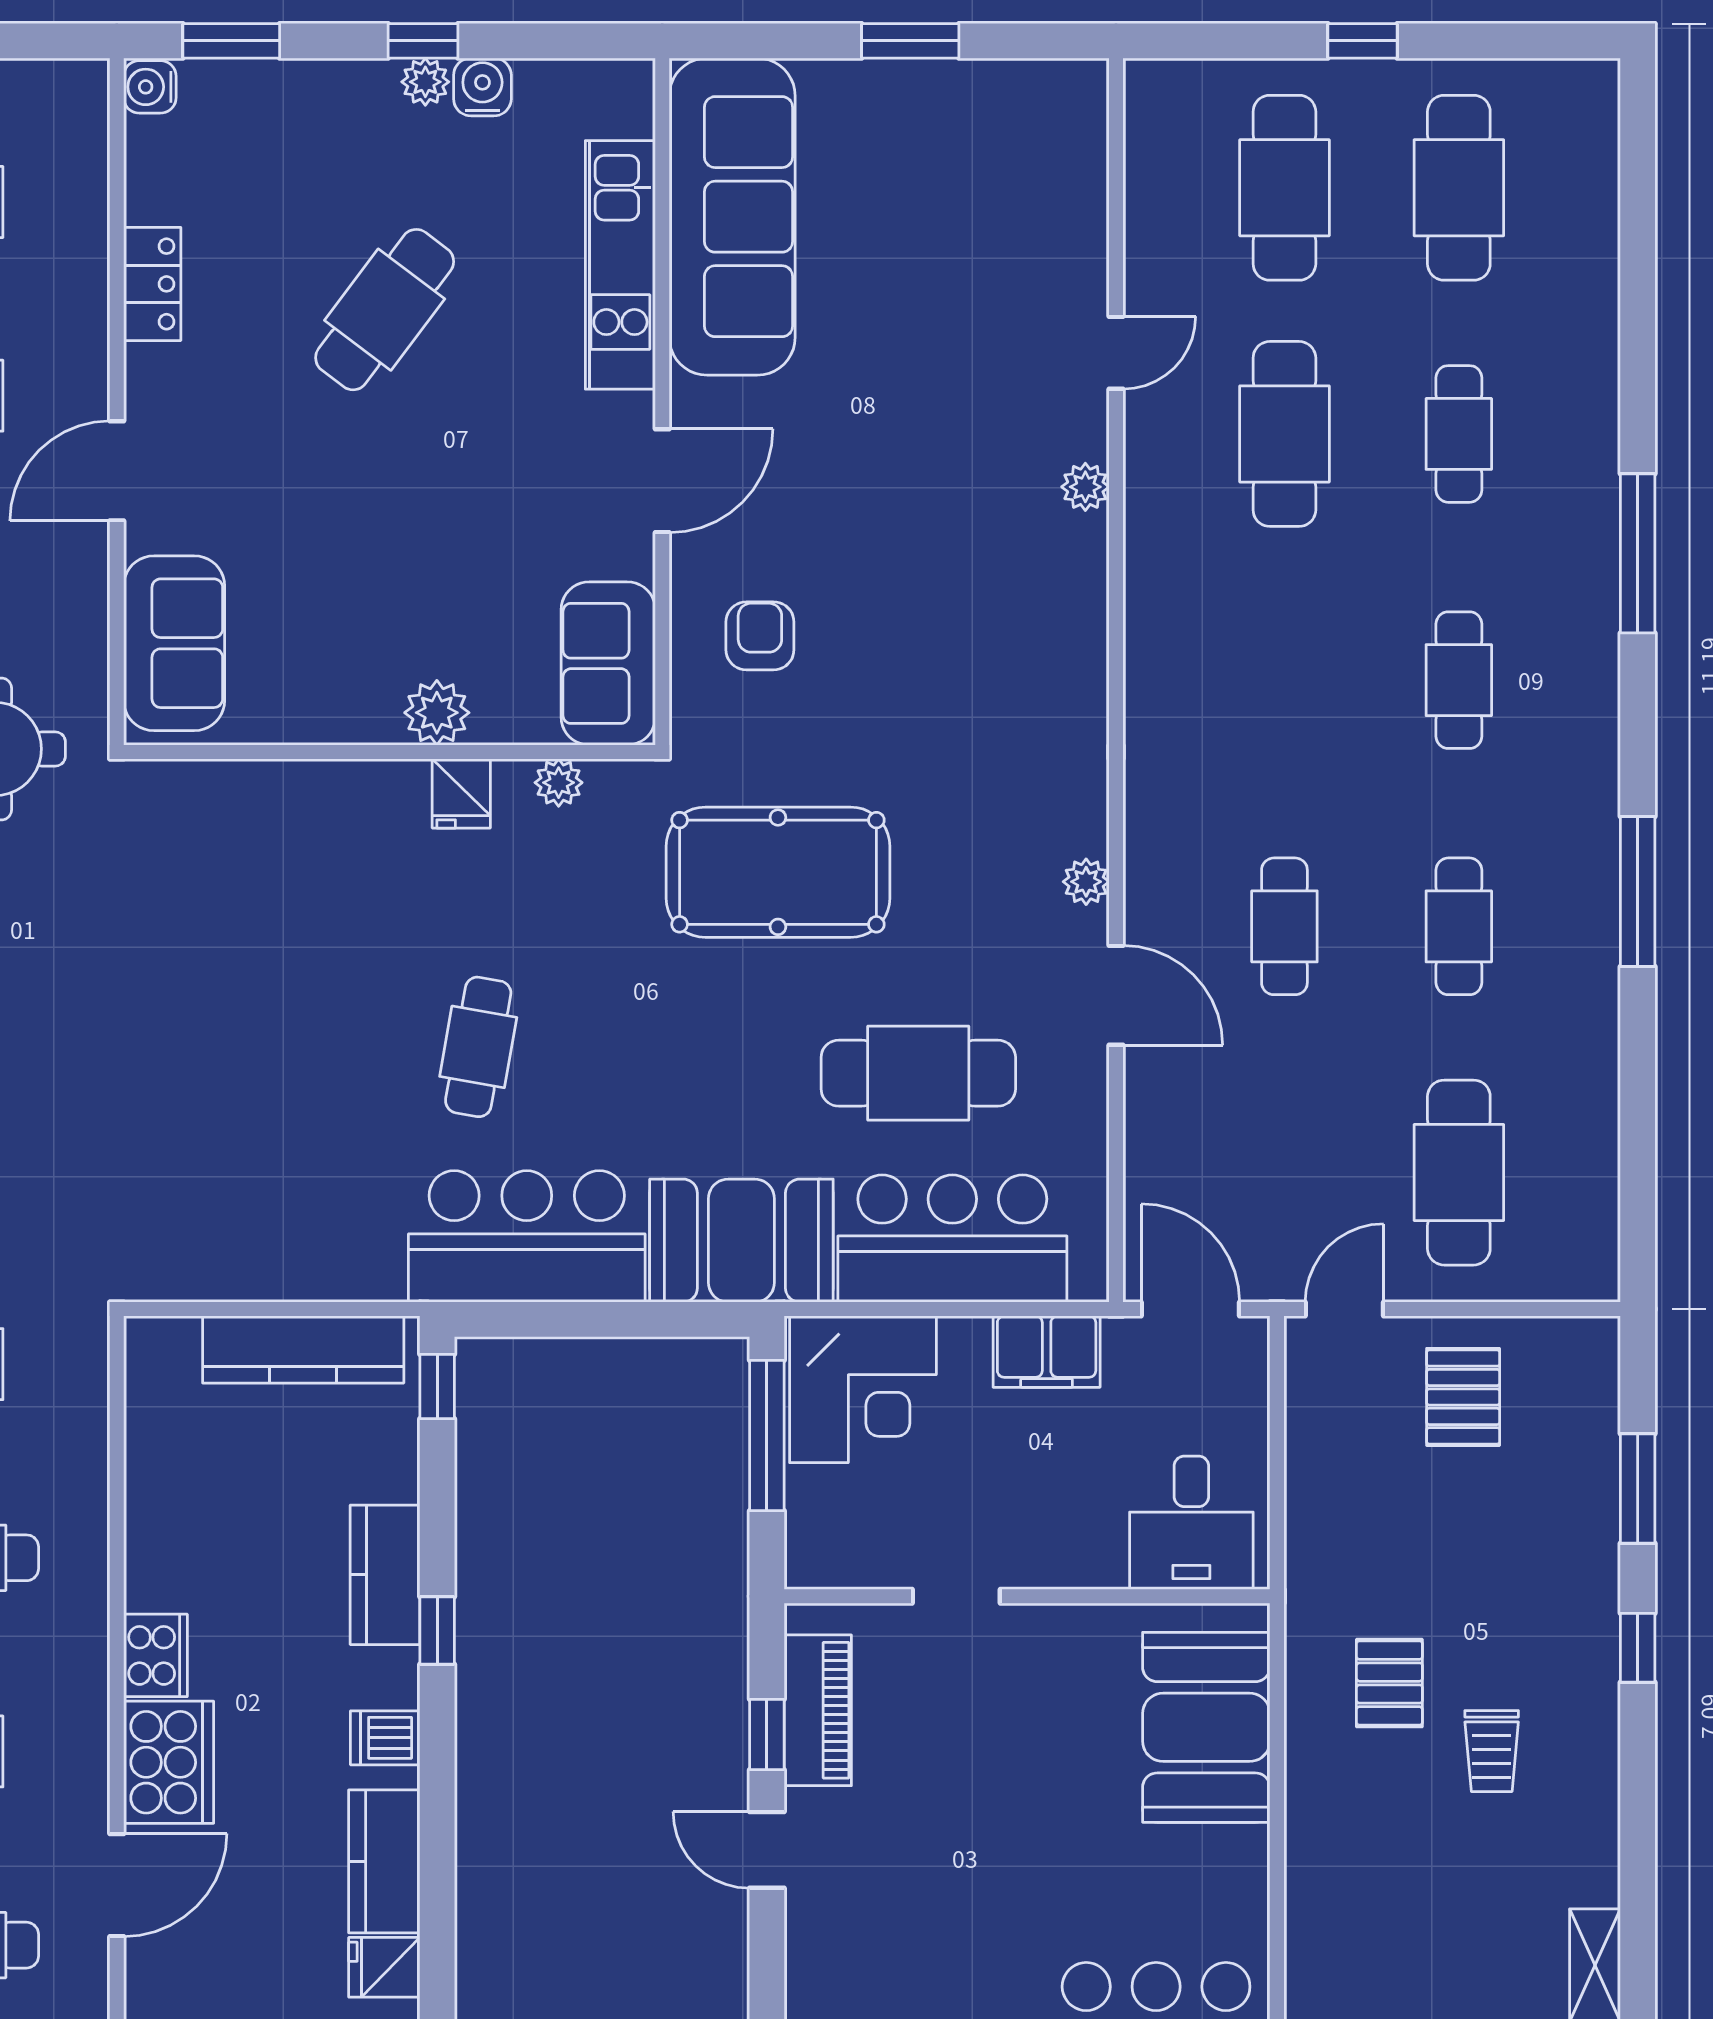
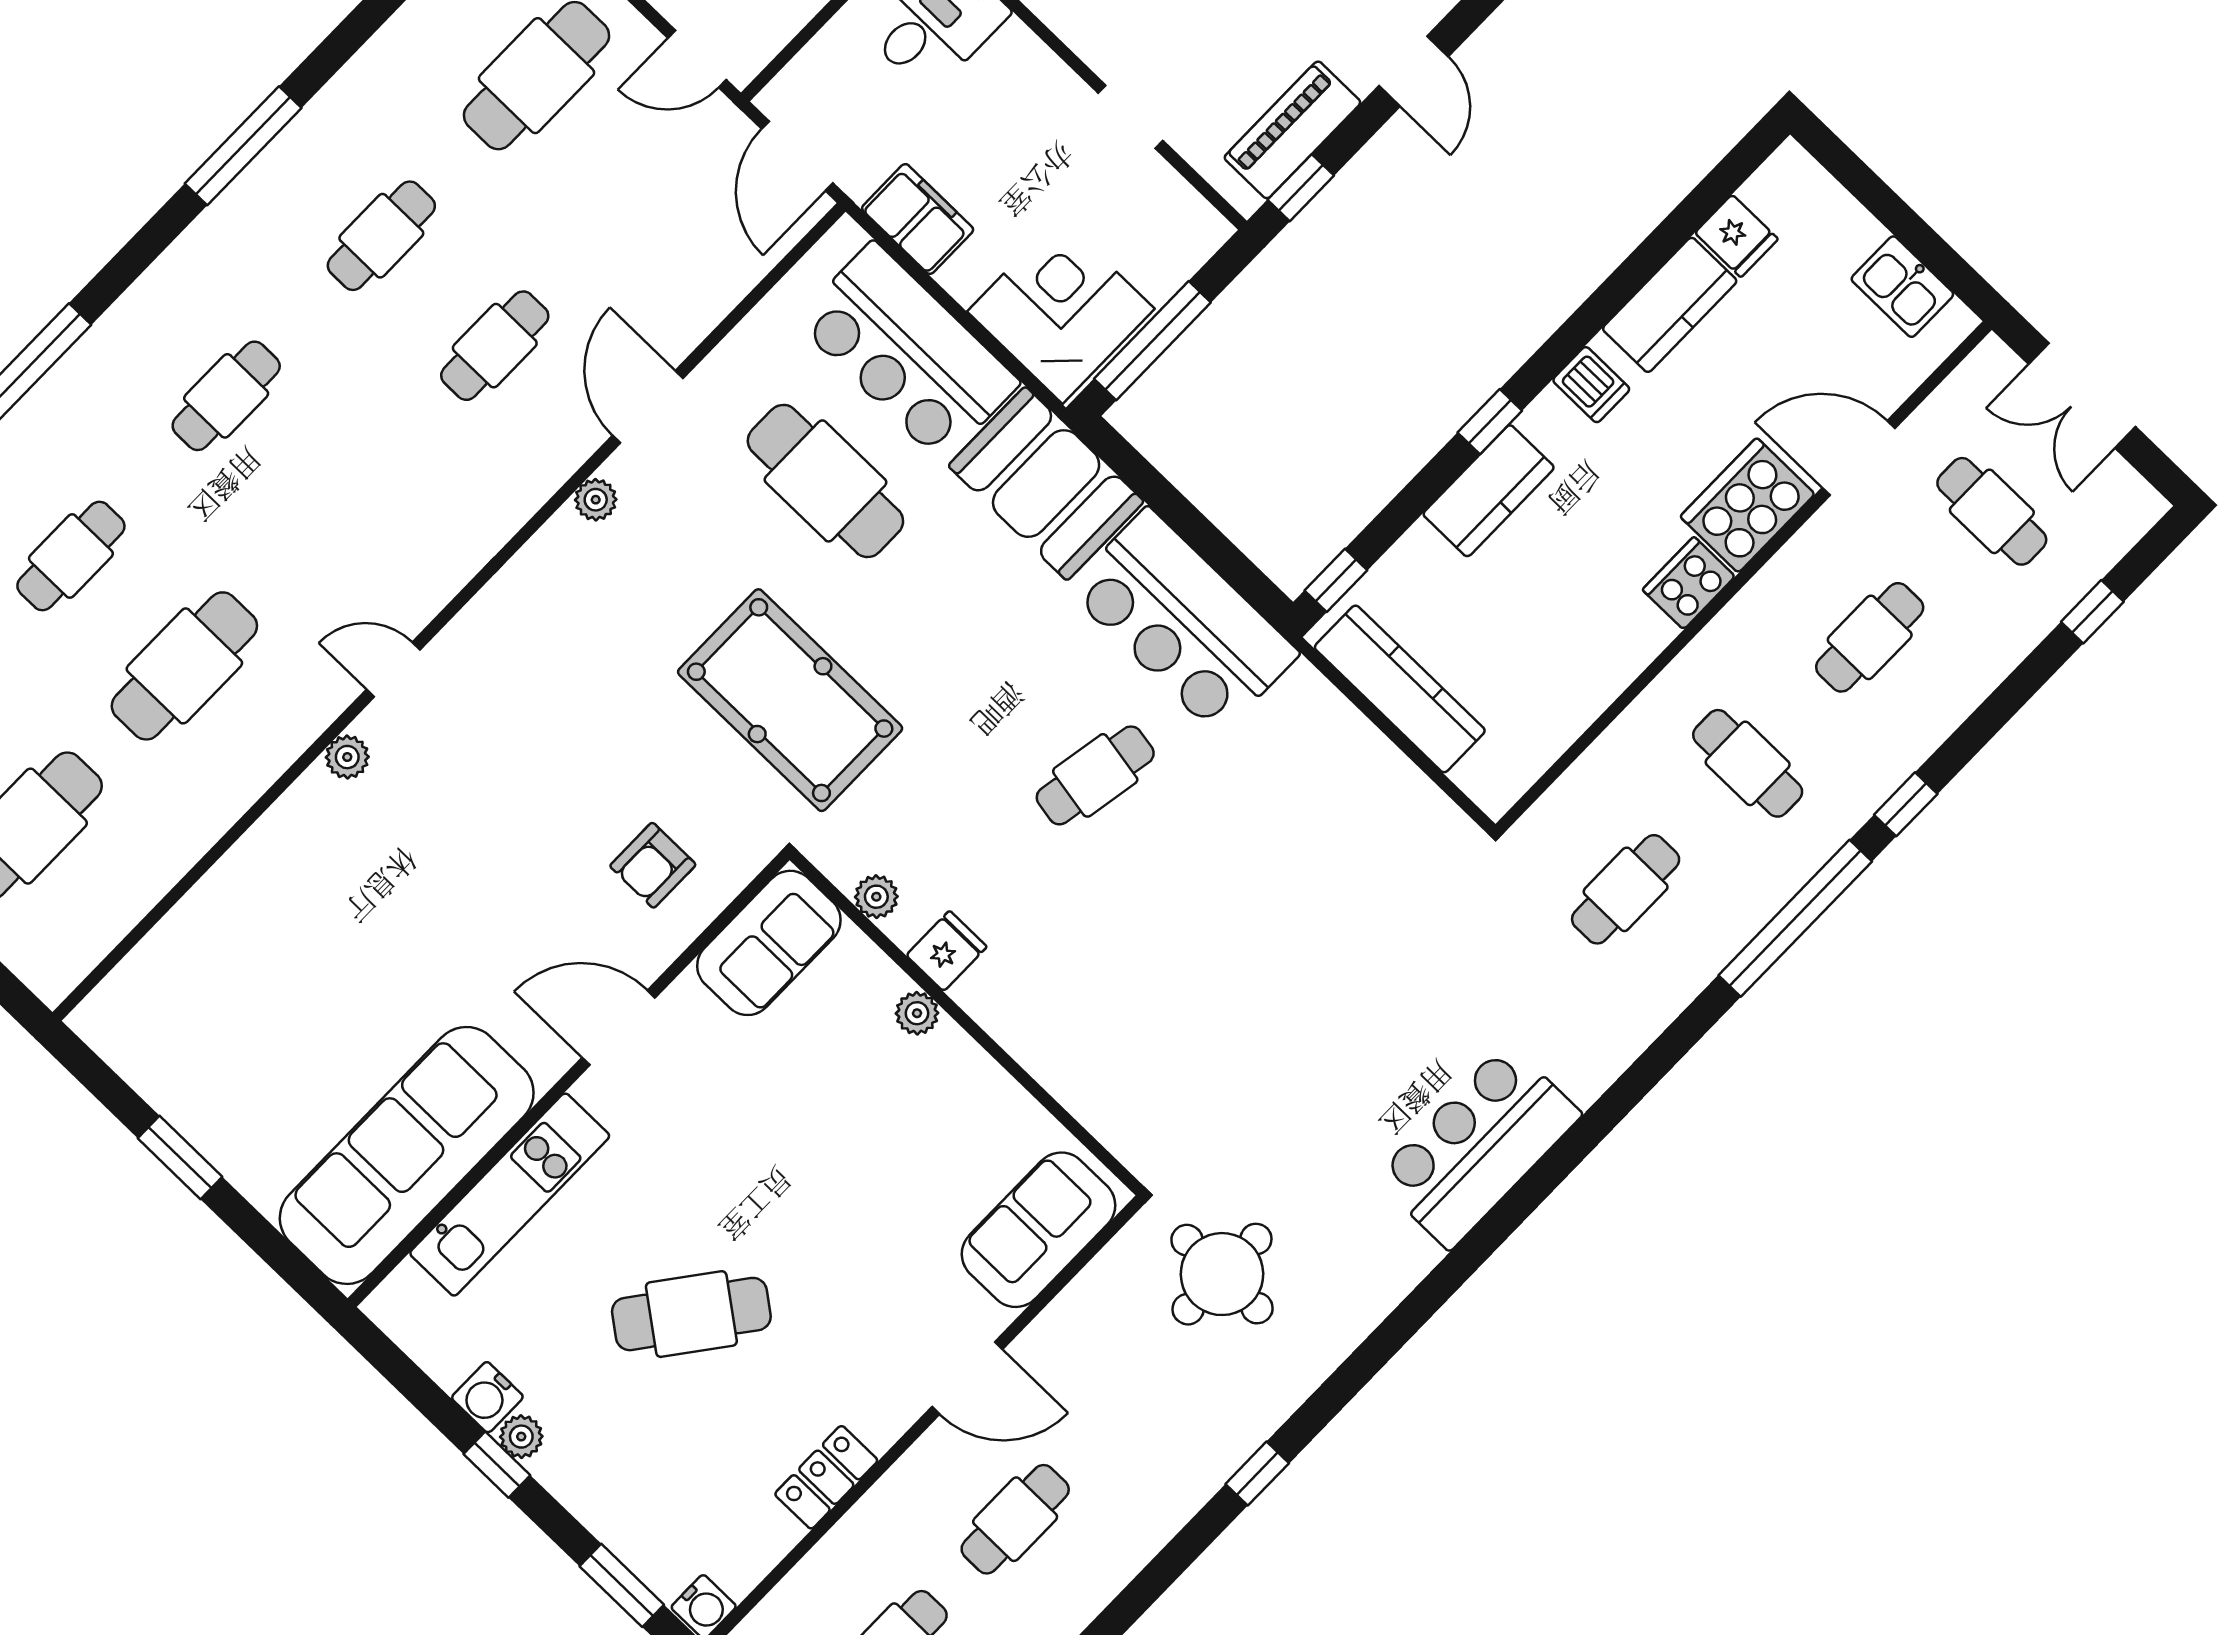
door: (1116, 353) -> (393, 670), moved
plant: (437, 713) -> (917, 1013), width x0.73, depth x0.73
window: (767, 1734) -> (1301, 188), moved

